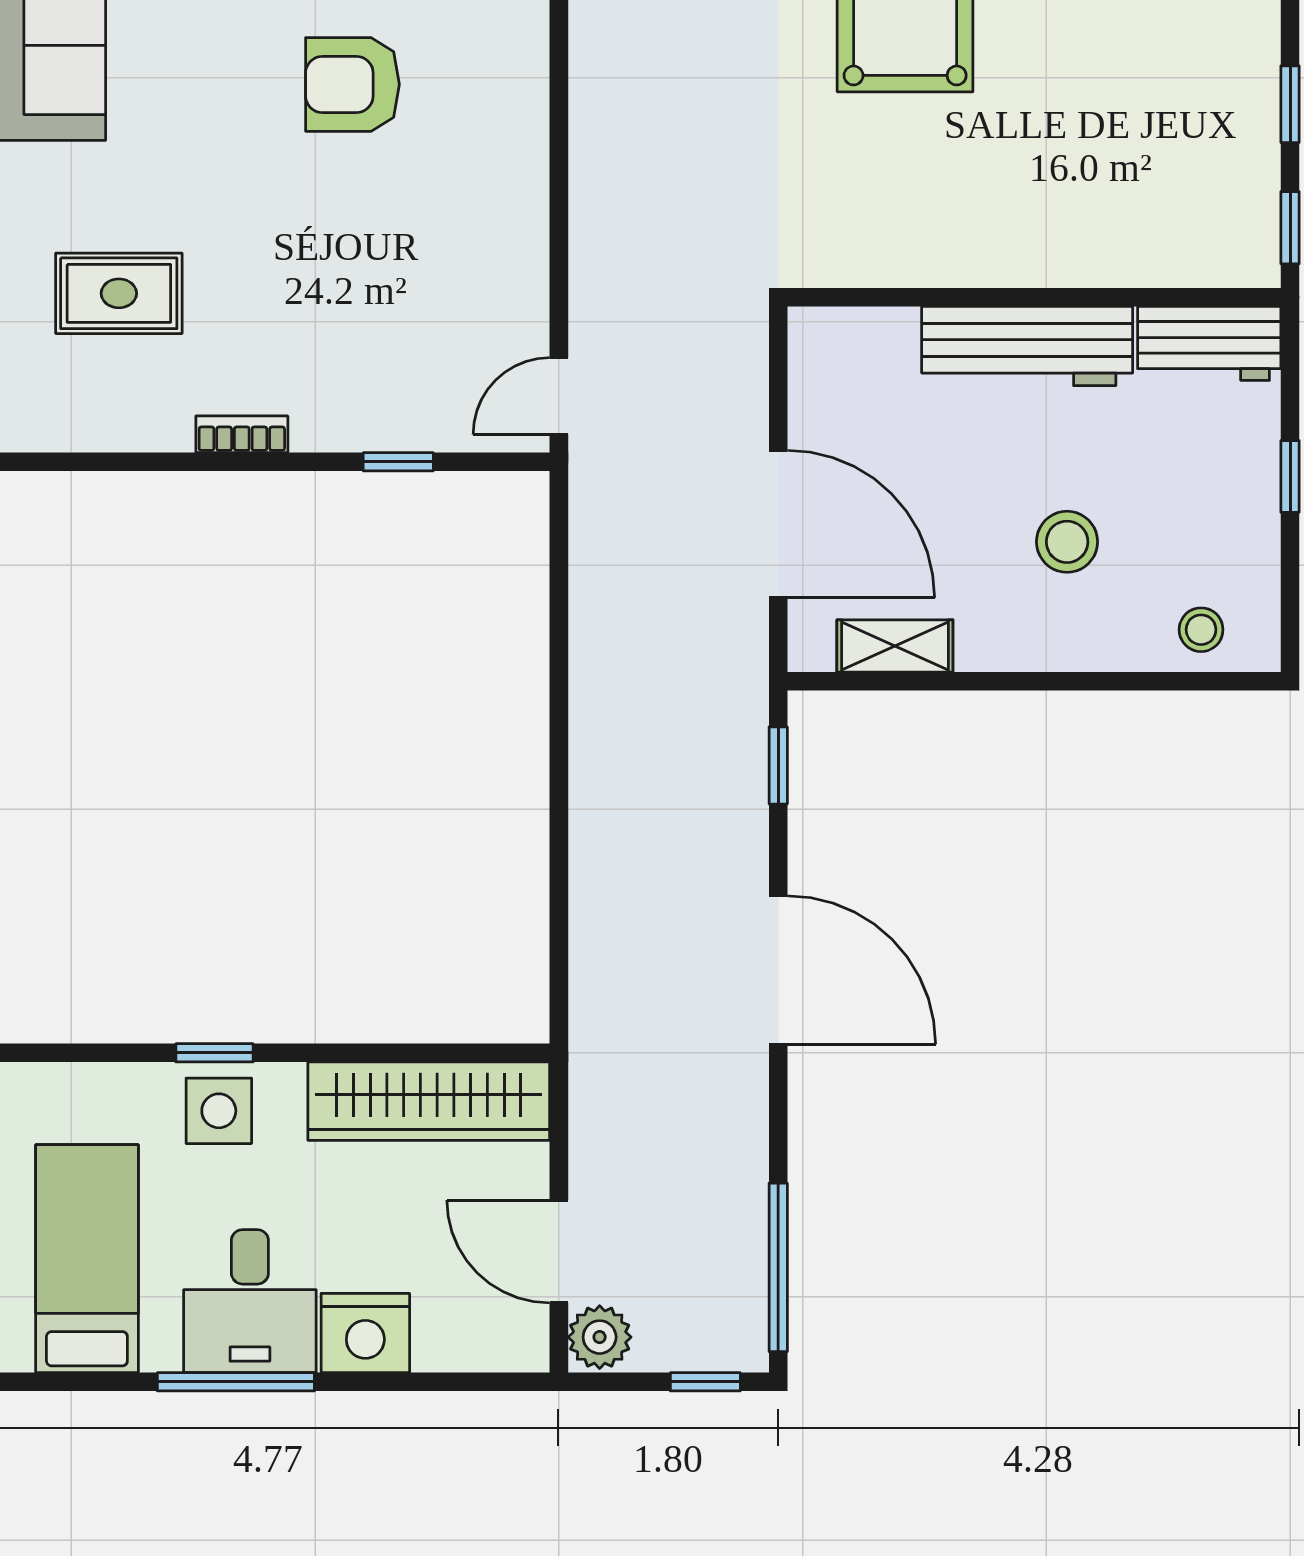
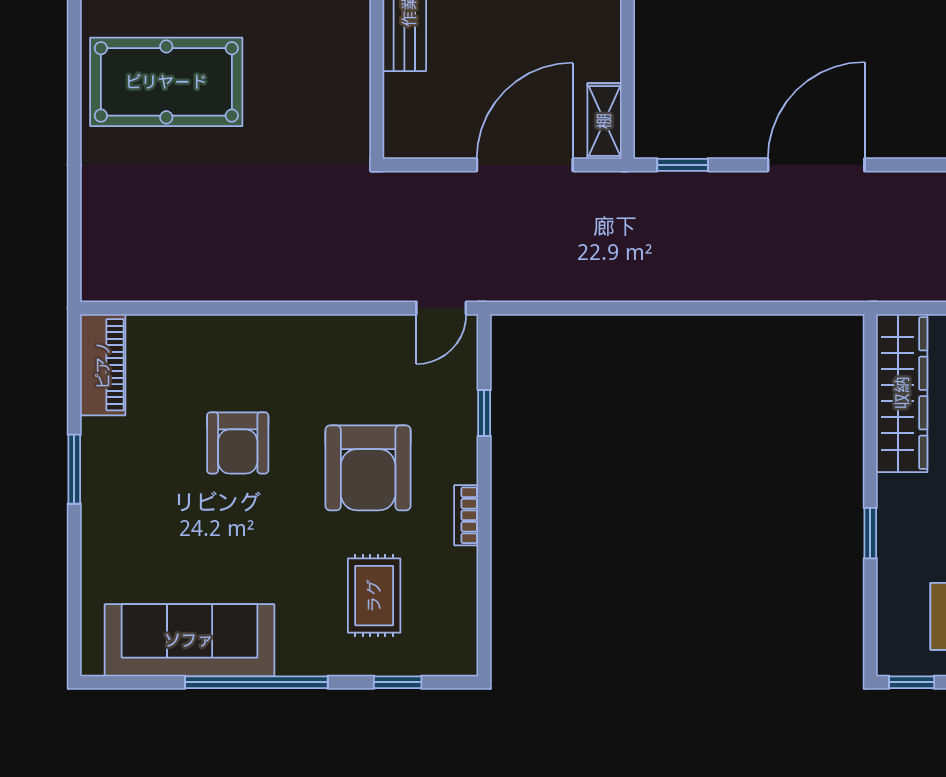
armchair: (314, 284) -> (368, 468), added
door: (559, 396) -> (441, 308), hinge flipped
shelving: (895, 646) -> (604, 121), moved
side table: (219, 1111) -> (908, 530), removed

